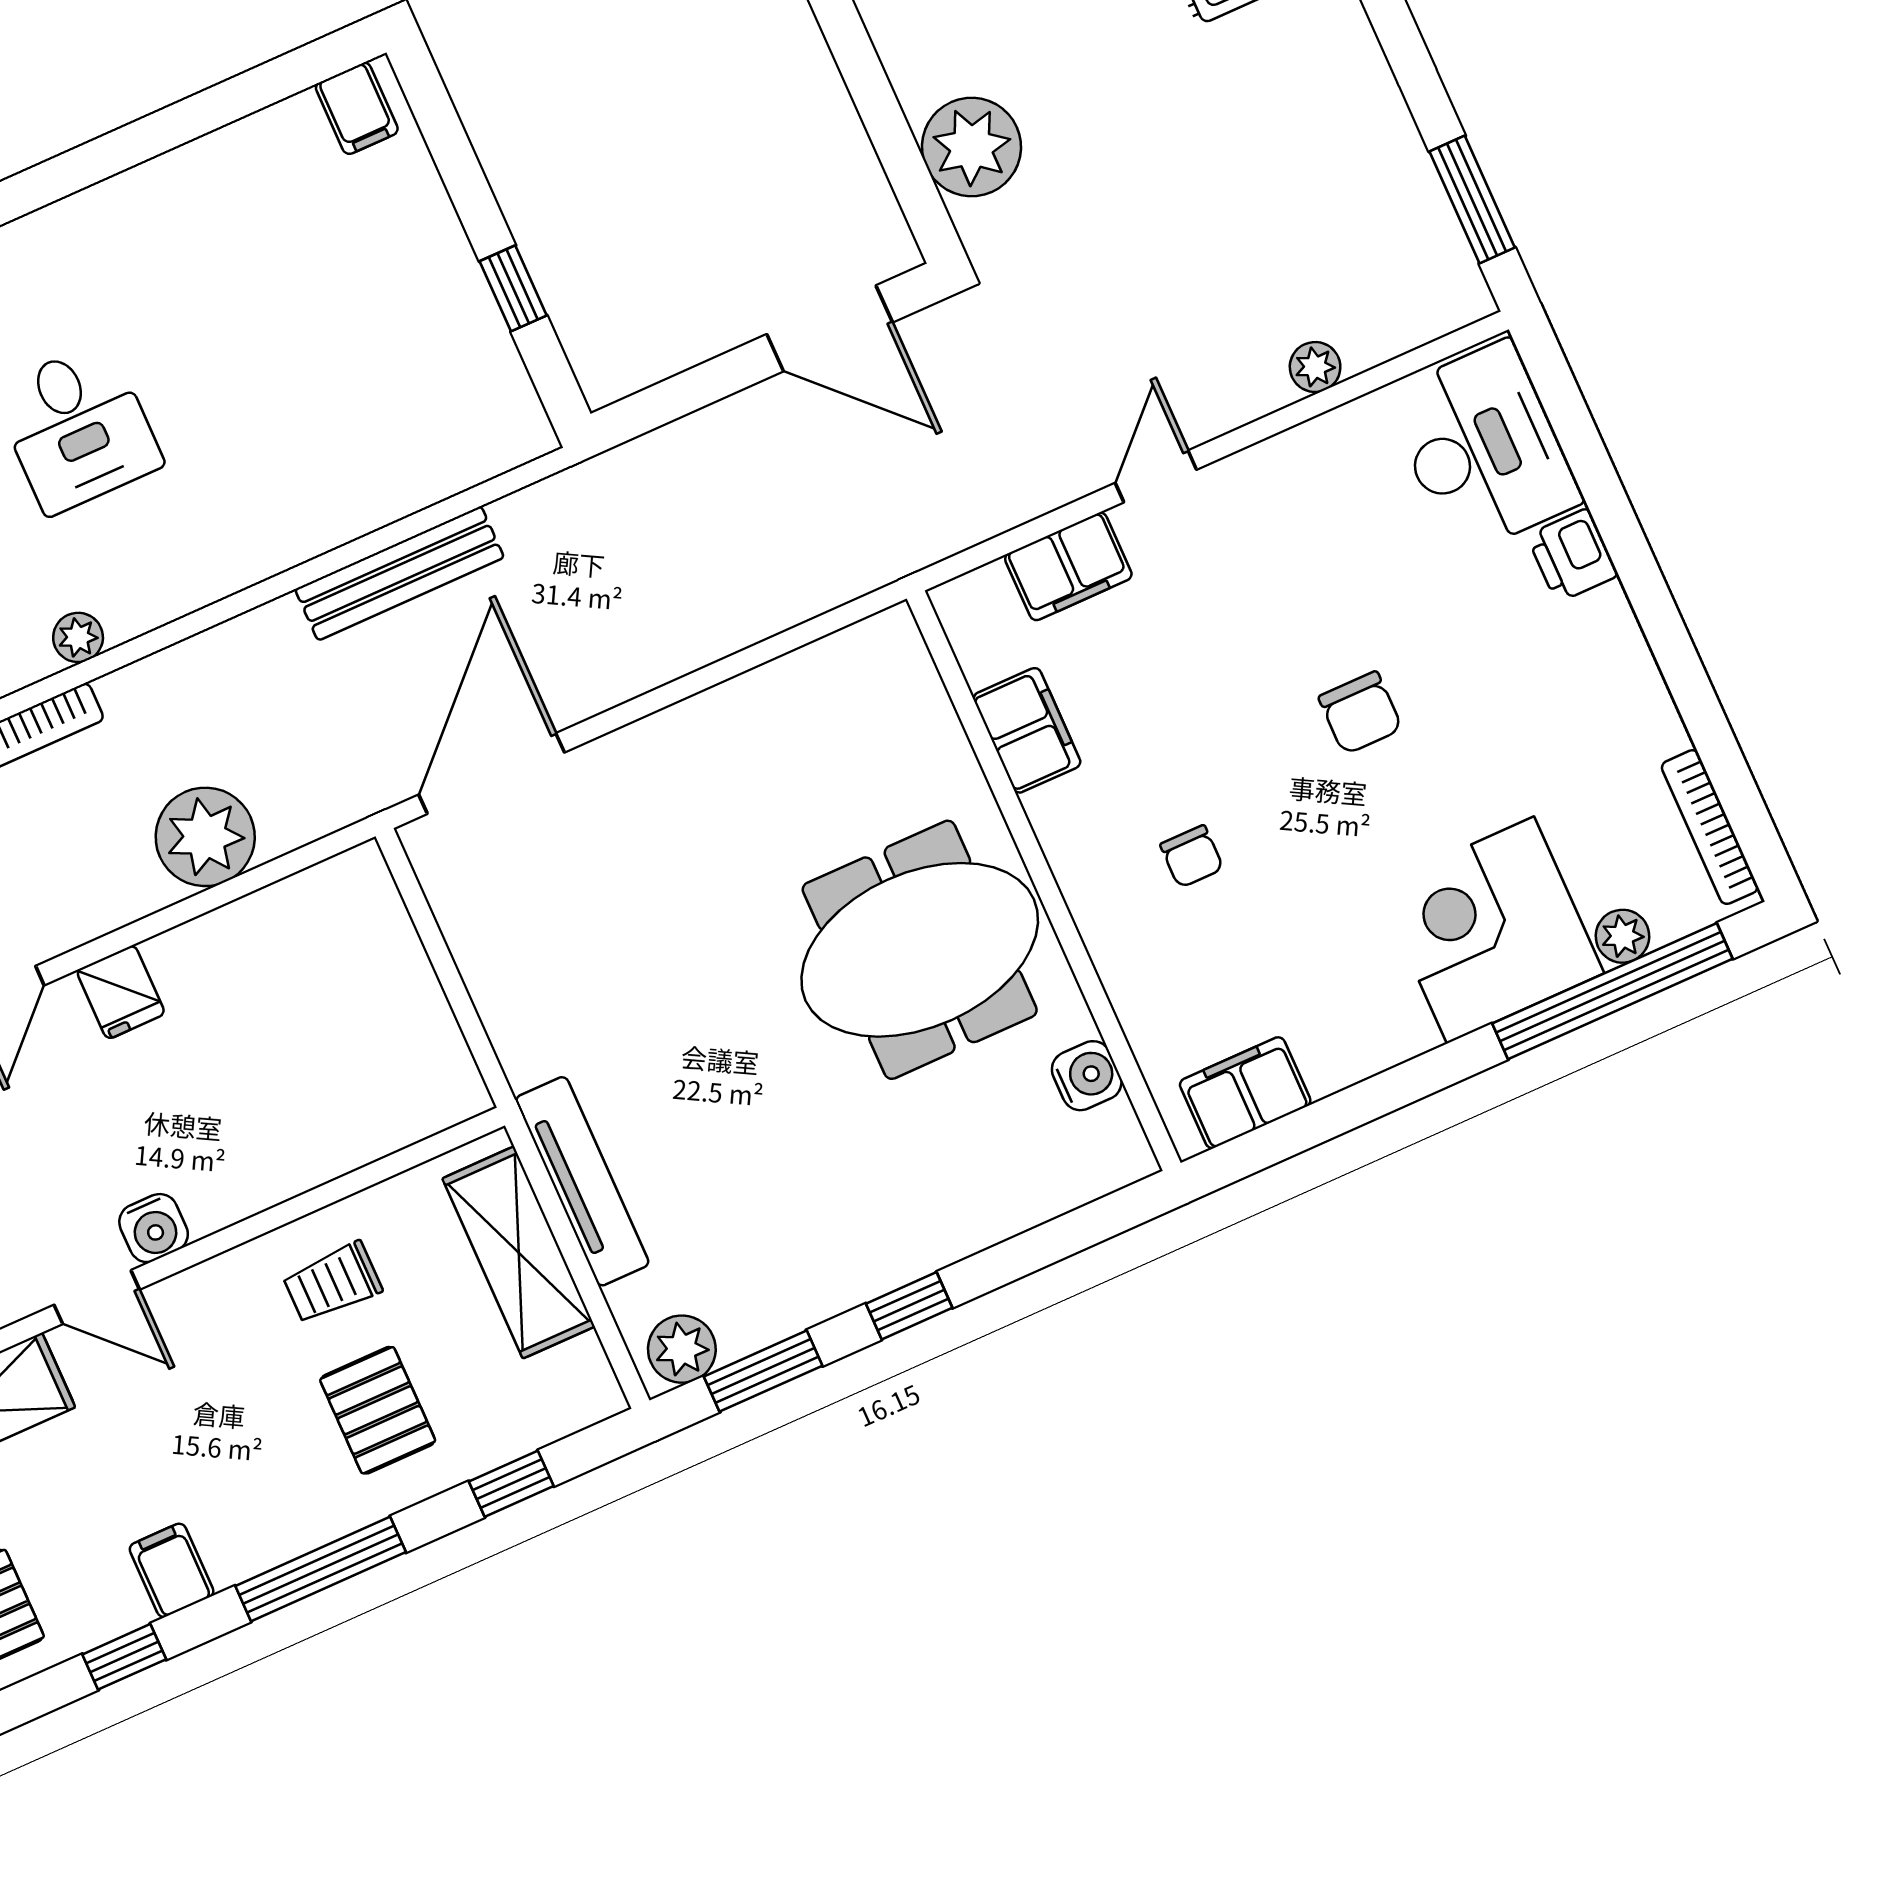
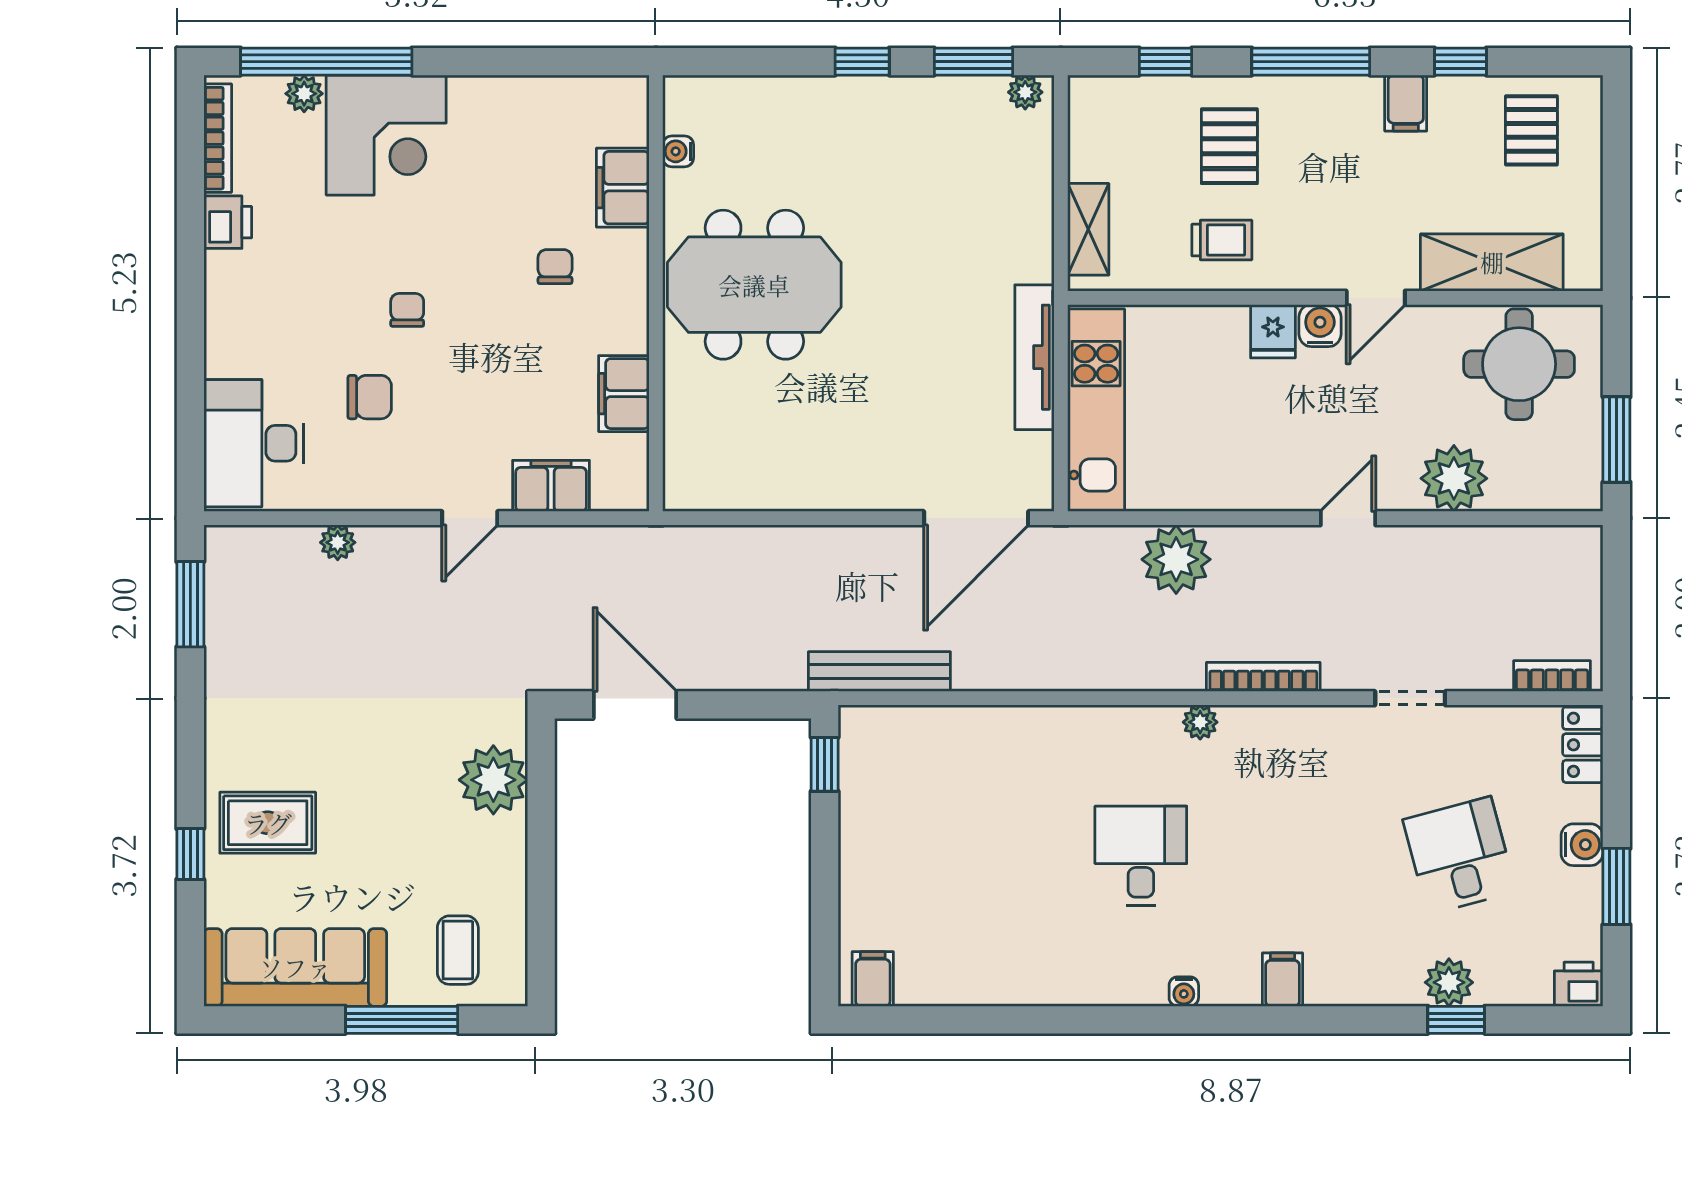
window: (513, 288) -> (825, 764), moved
printer: (1573, 555) -> (228, 222), moved
bench: (399, 573) -> (879, 672), moved
chair: (1358, 576) -> (370, 397), added
chair: (1360, 713) -> (407, 310), width x0.73, depth x0.73
kitchen unit: (398, 986) -> (1096, 410), added
fridge: (121, 992) -> (1273, 331), moved, turned 180
water cooler: (1087, 1076) -> (678, 151), width x0.72, depth x0.72
filing cabinet: (1245, 1093) -> (623, 188), moved, turned 90
tv unit: (582, 1181) -> (1034, 357), moved
shelving: (519, 1252) -> (1088, 229), width x0.67, depth x0.75
door: (97, 1297) -> (1376, 298), swing flipped
plant: (682, 1349) -> (1025, 92), width x0.73, depth x0.73

